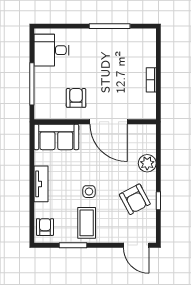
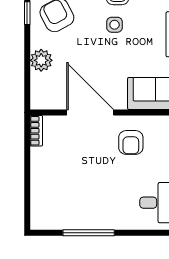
bookcase: (151, 80) -> (36, 131), moved

